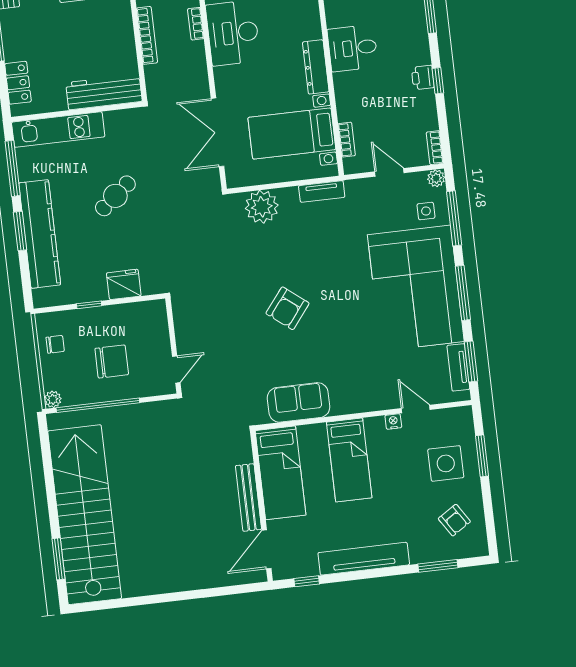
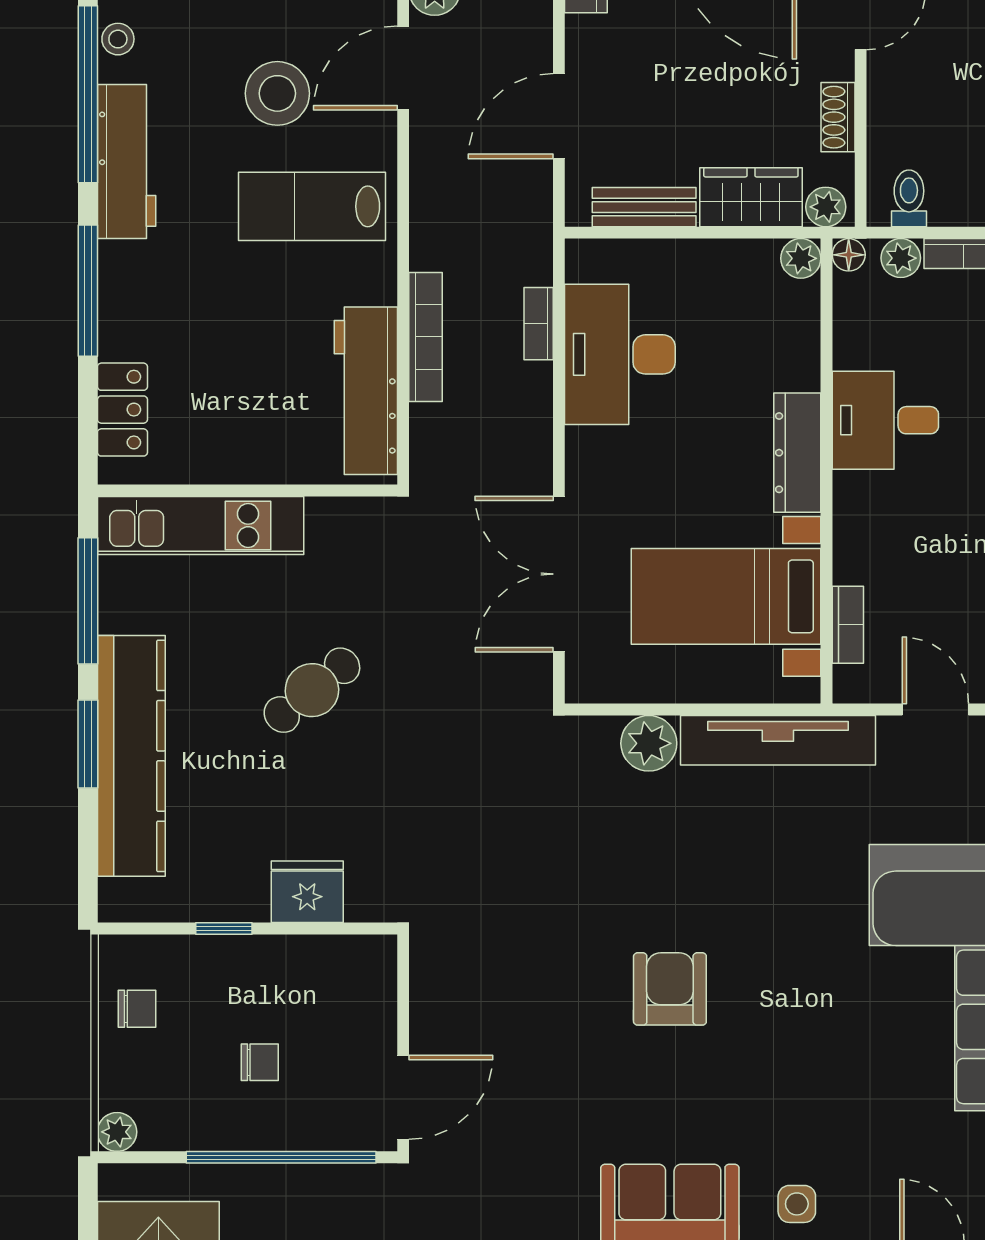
workbench: (104, 92) -> (366, 391), moved, turned -90
tv unit: (322, 191) -> (778, 740), width x1.92, depth x1.29
plant: (262, 207) -> (649, 743), width x0.73, depth x0.73
armchair: (288, 308) -> (670, 989), turned 142
chair: (112, 361) -> (260, 1062), width x0.54, depth x0.54
door: (176, 369) -> (403, 1097), width x1.38
side table: (354, 396) -> (797, 1204), added
window: (98, 405) -> (281, 1157), moved

